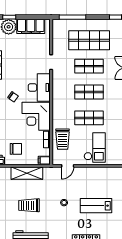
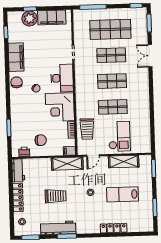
shelving: (27, 173) -> (67, 164), moved
shelving: (98, 173) -> (124, 162), added
trolley: (29, 205) -> (56, 196), turned 180

